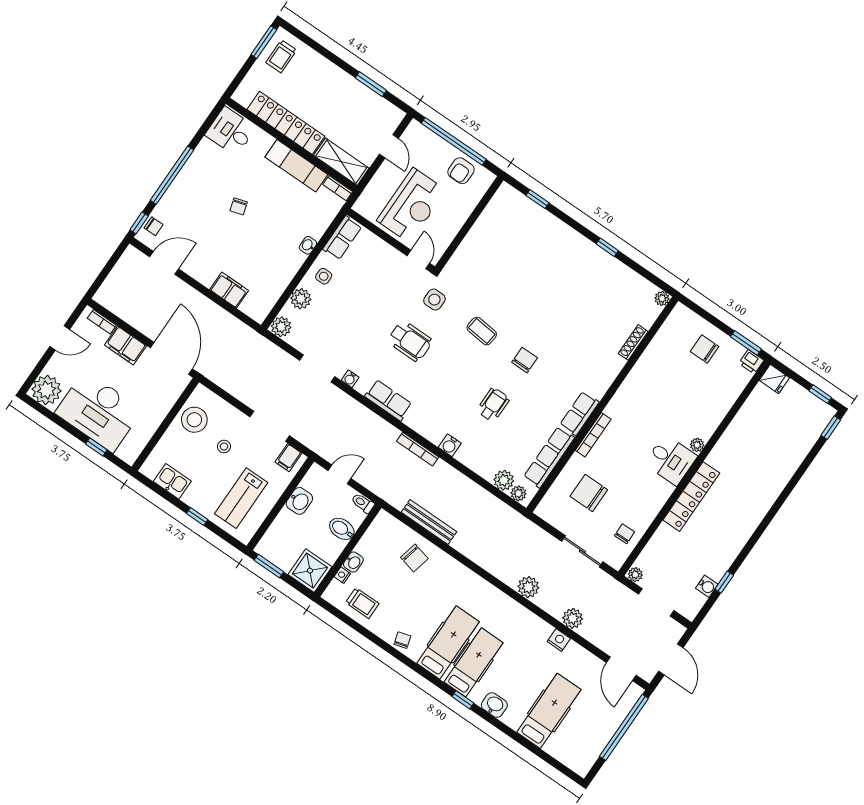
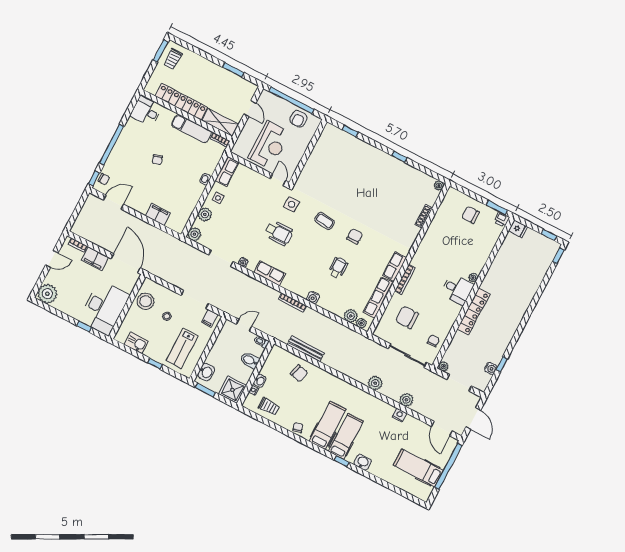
desk: (99, 411) -> (104, 308), moved, turned -90
washbasin: (299, 501) -> (206, 372), moved
sliding door: (582, 551) -> (407, 356), width x1.37
hospital bed: (549, 711) -> (418, 468), moved, turned -90

